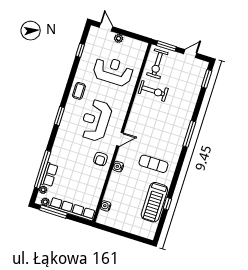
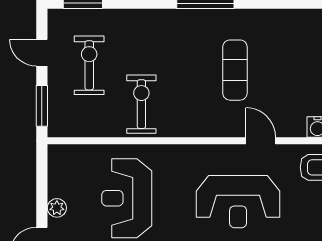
exercise bike: (157, 64) -> (89, 65), moved, turned -90
exercise mat: (153, 164) -> (235, 70), moved

